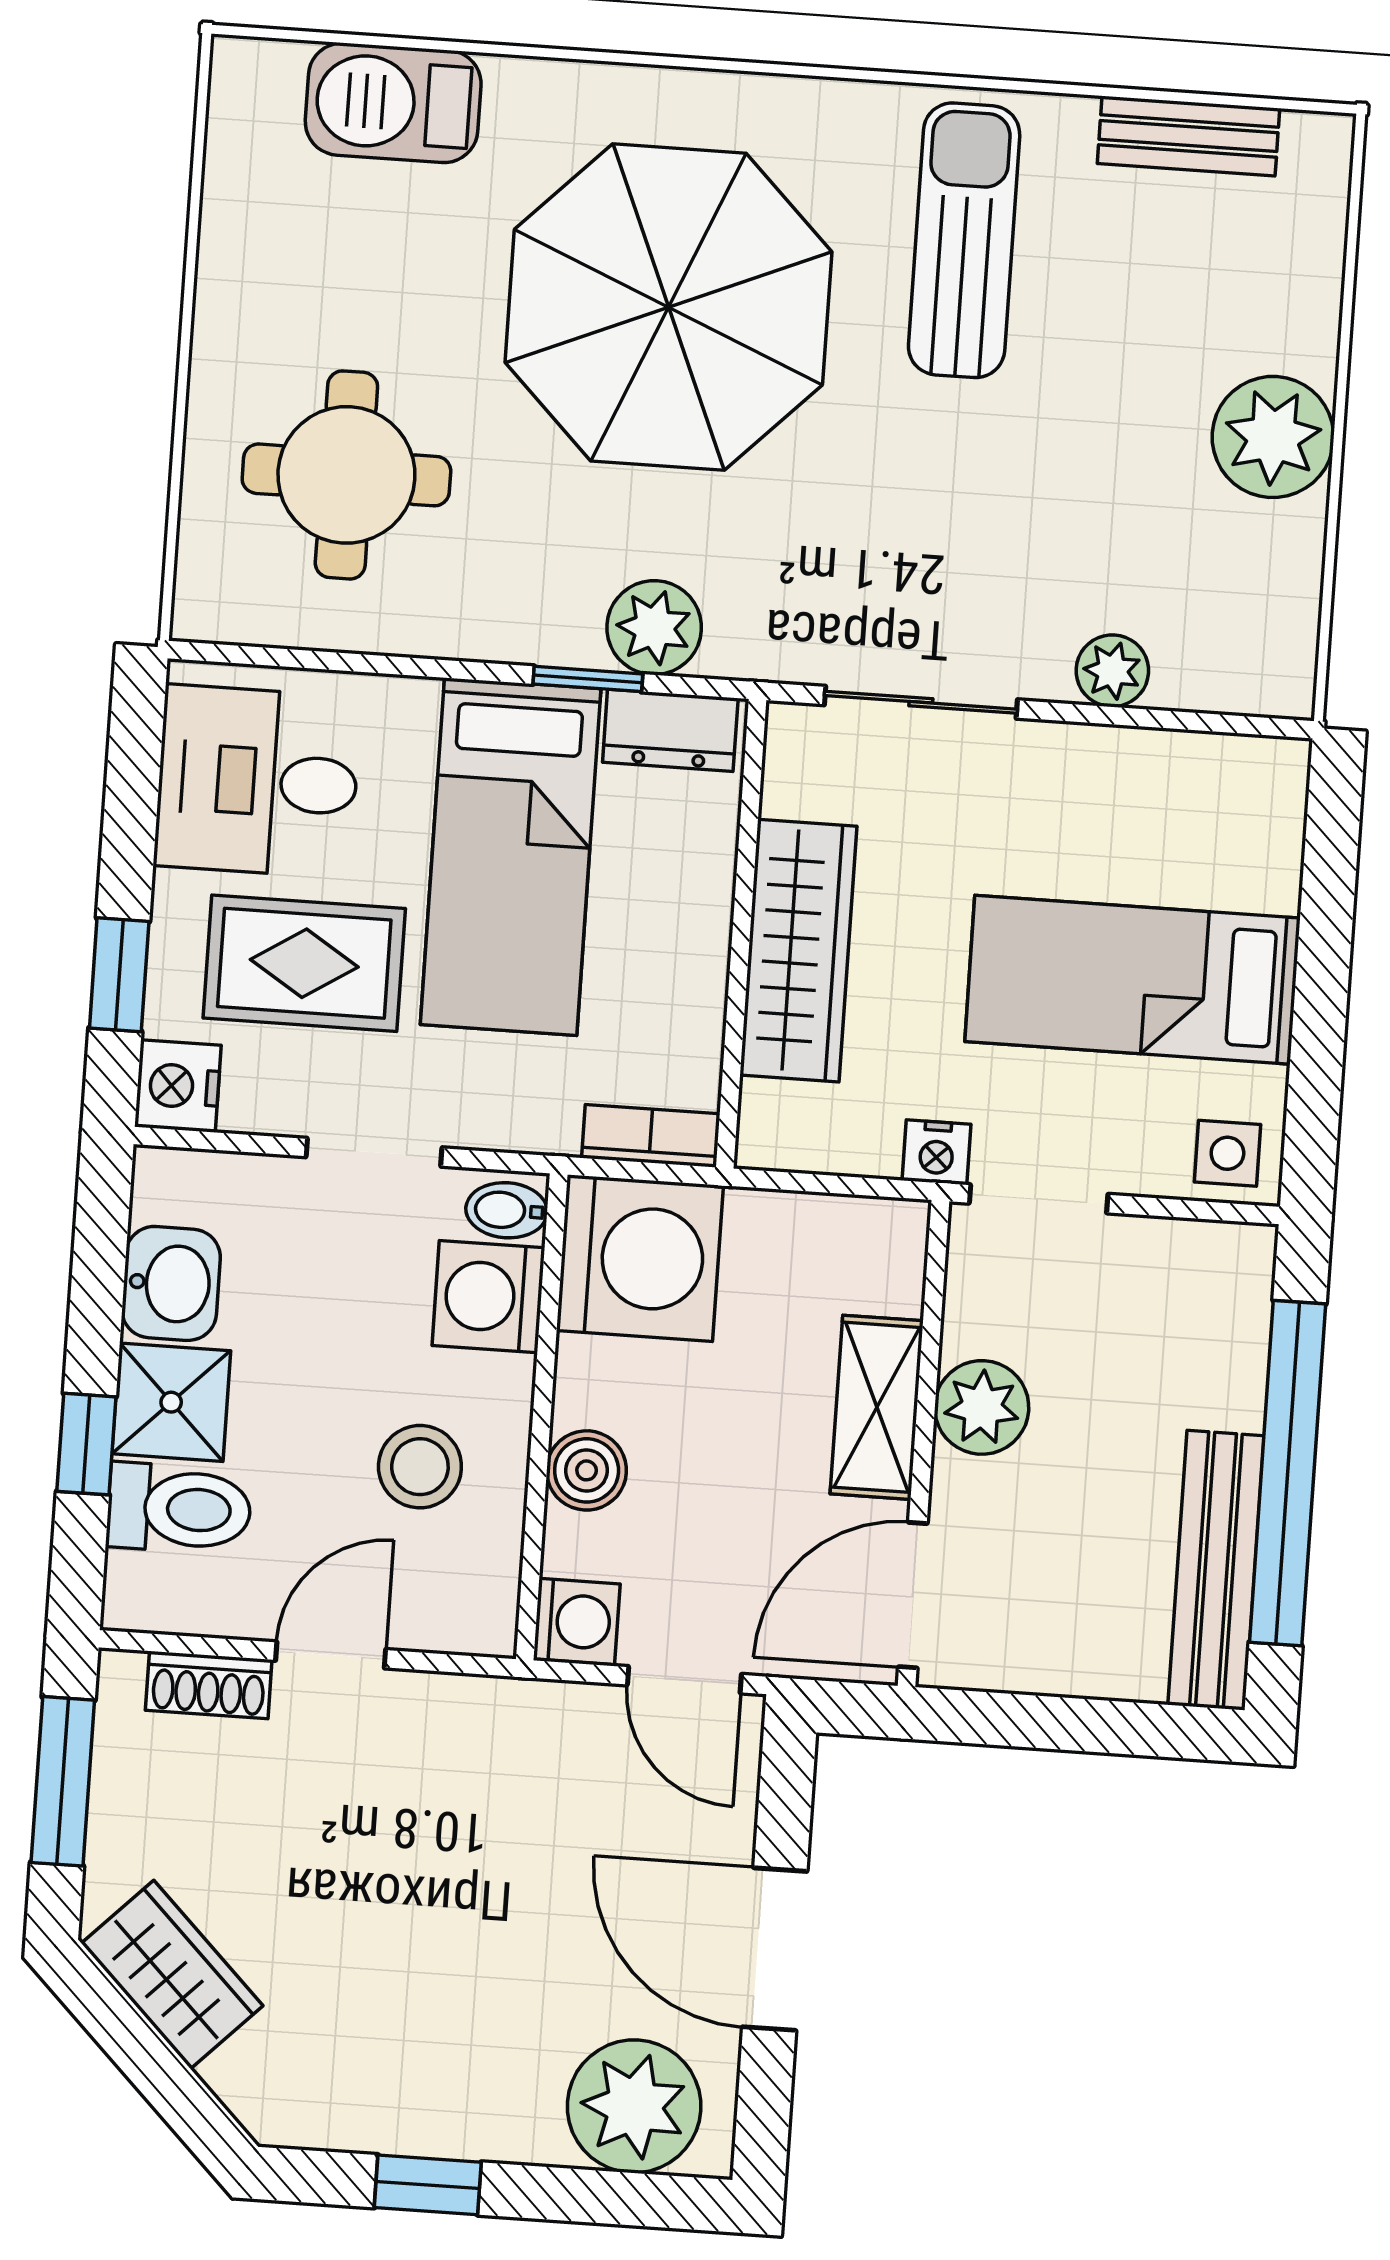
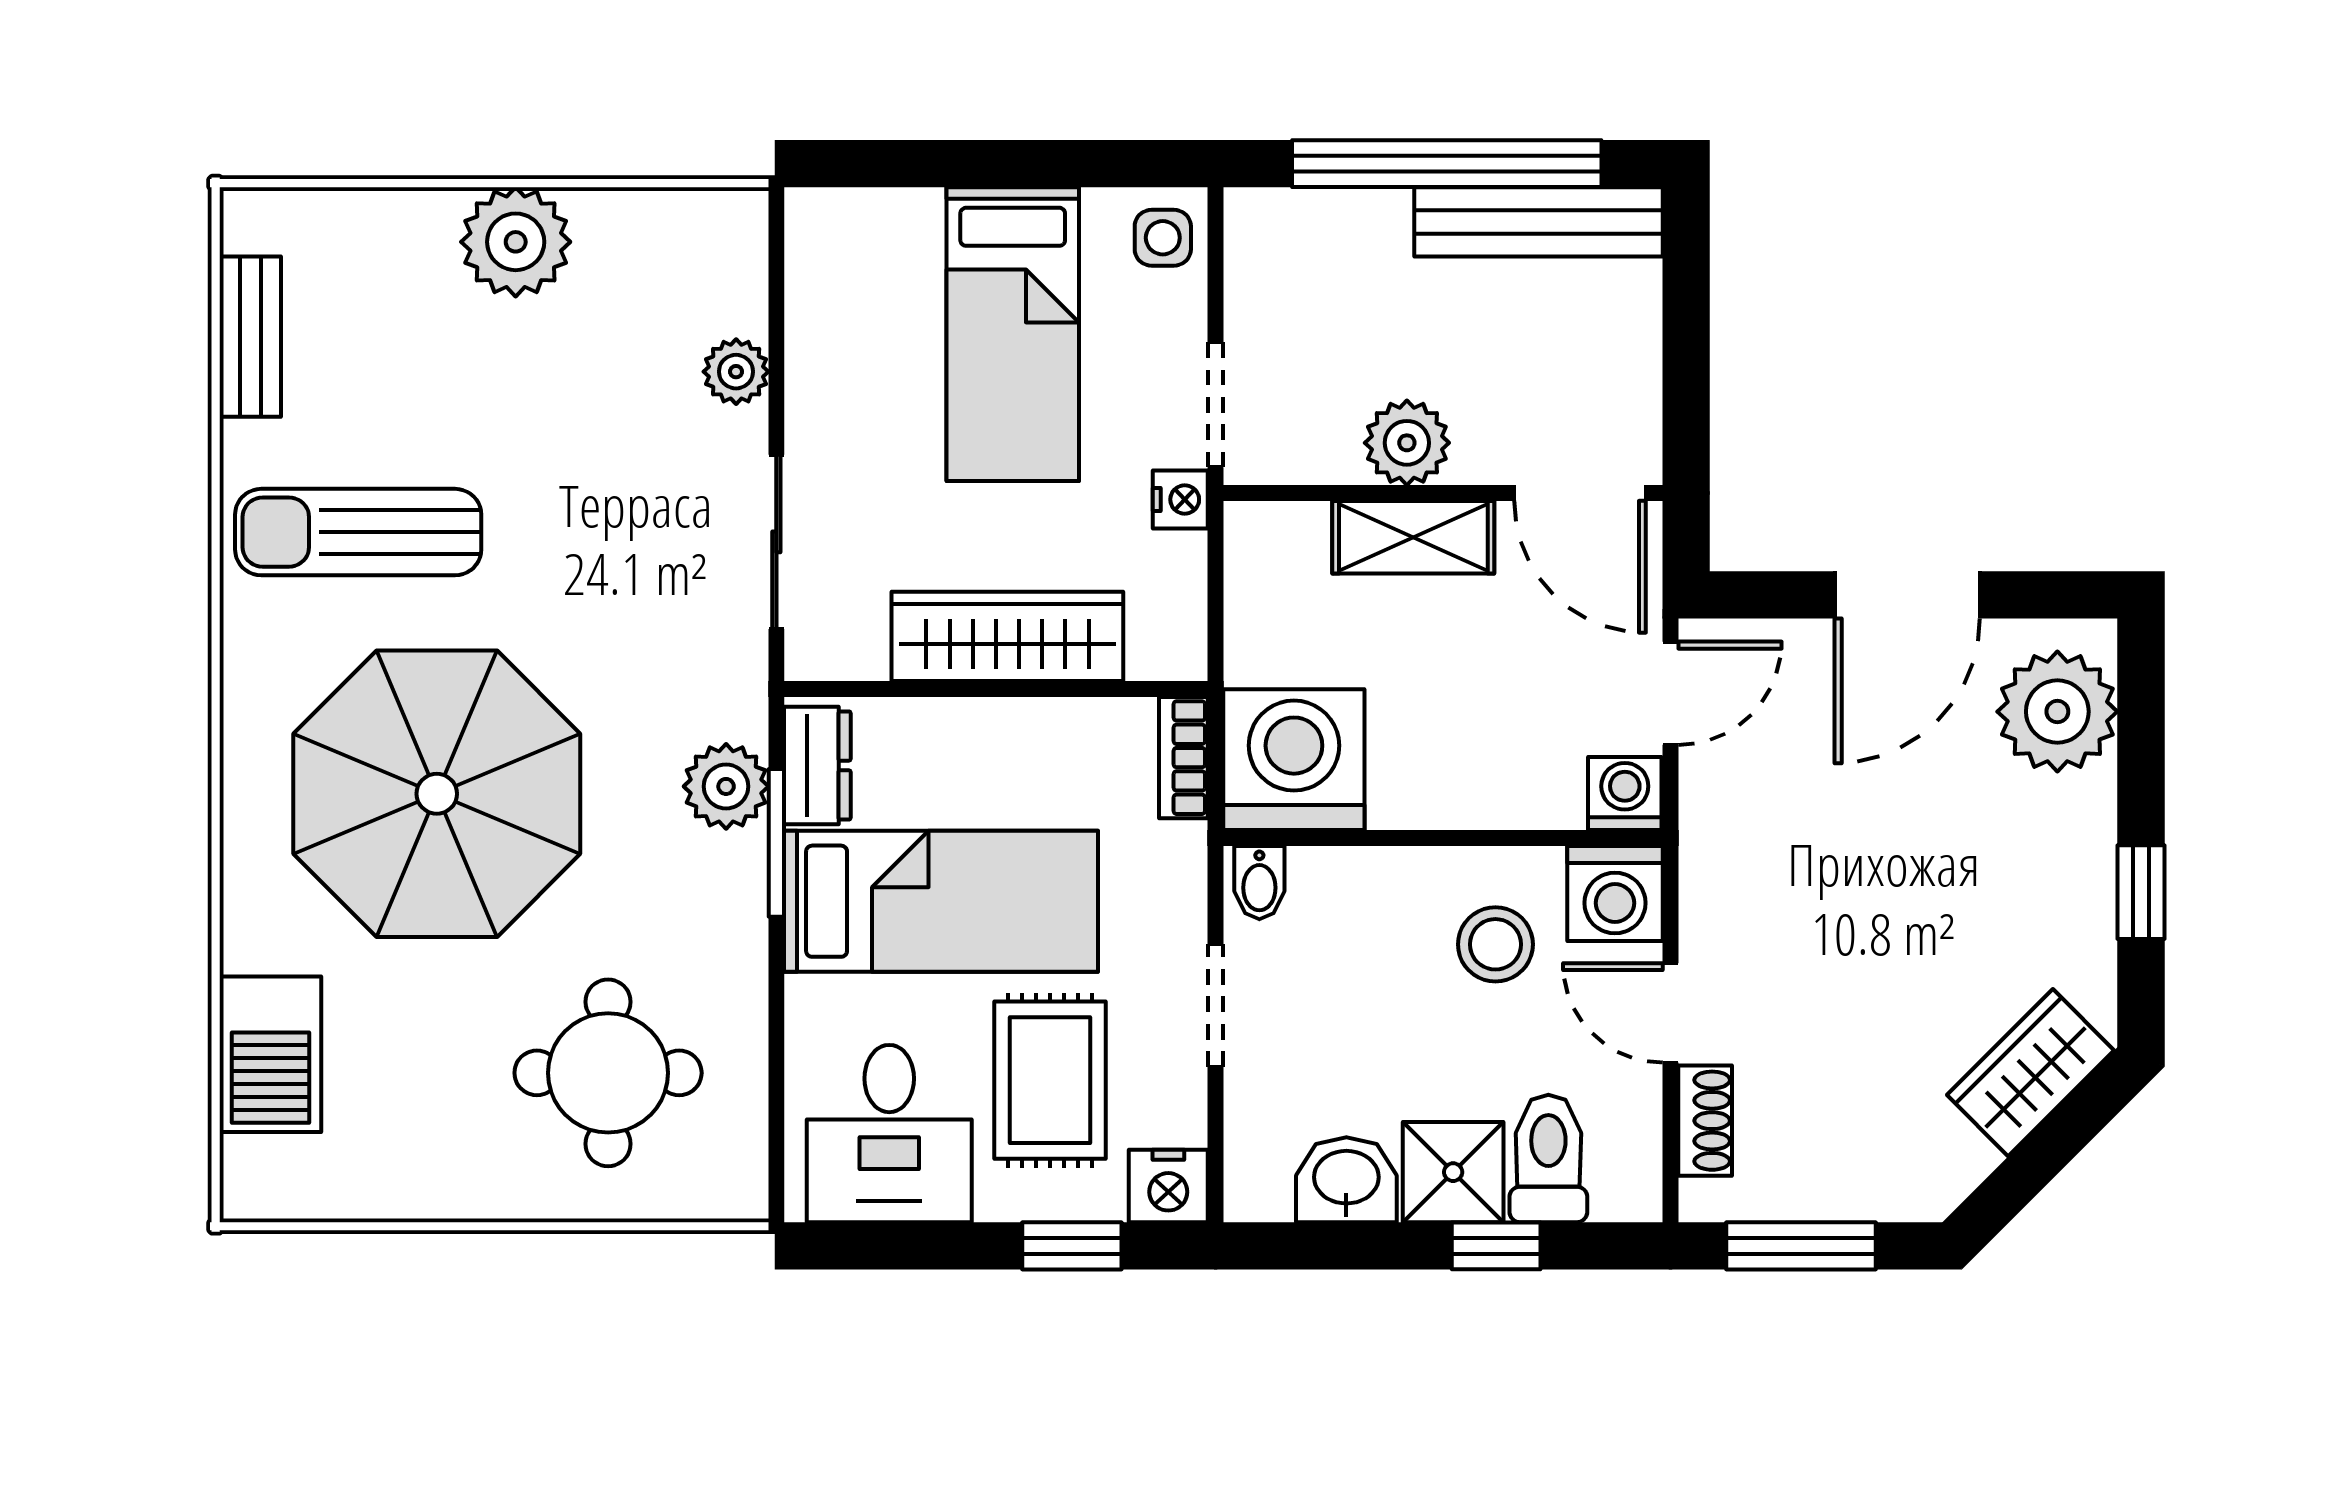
window: (588, 679) -> (776, 843), width x1.50
washing machine: (488, 1297) -> (1615, 893), moved
boiler: (587, 1470) -> (1488, 794), removed
wardrobe: (172, 1975) -> (2030, 1073), moved

